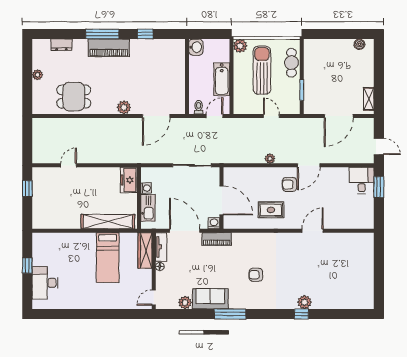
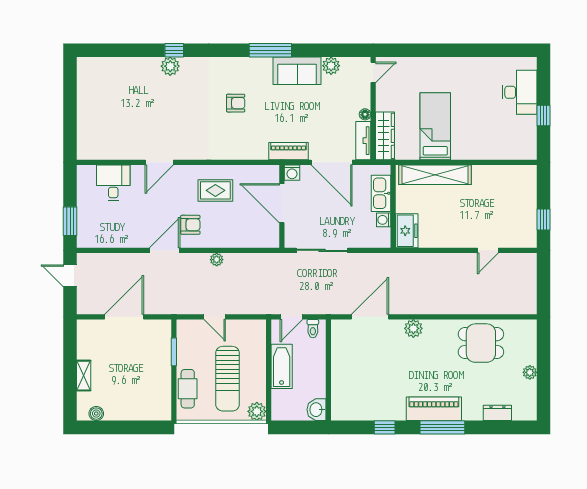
shelving: (369, 99) -> (84, 376), moved
desk: (362, 180) -> (113, 183), moved, turned 180

